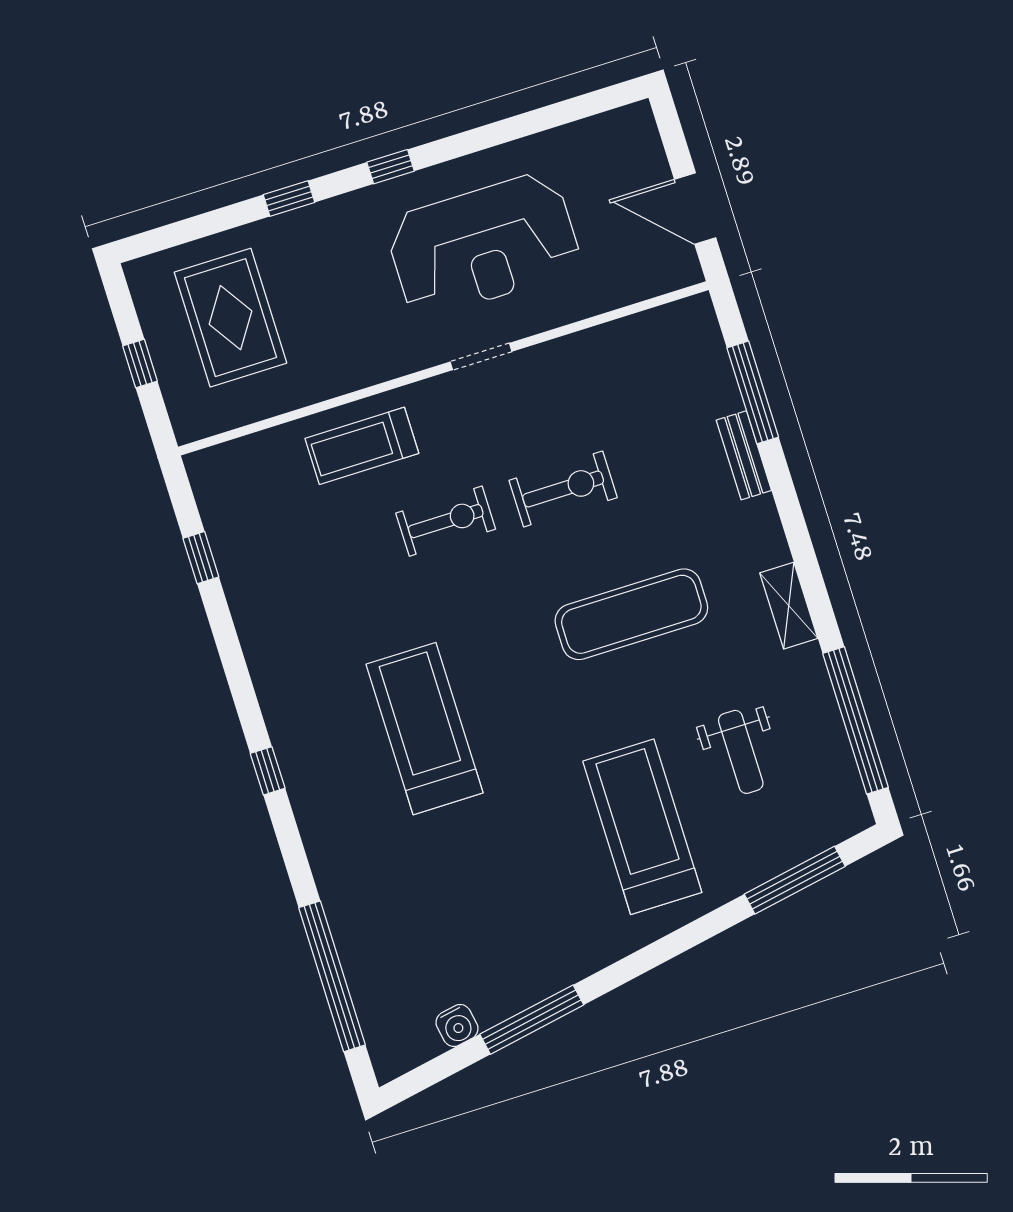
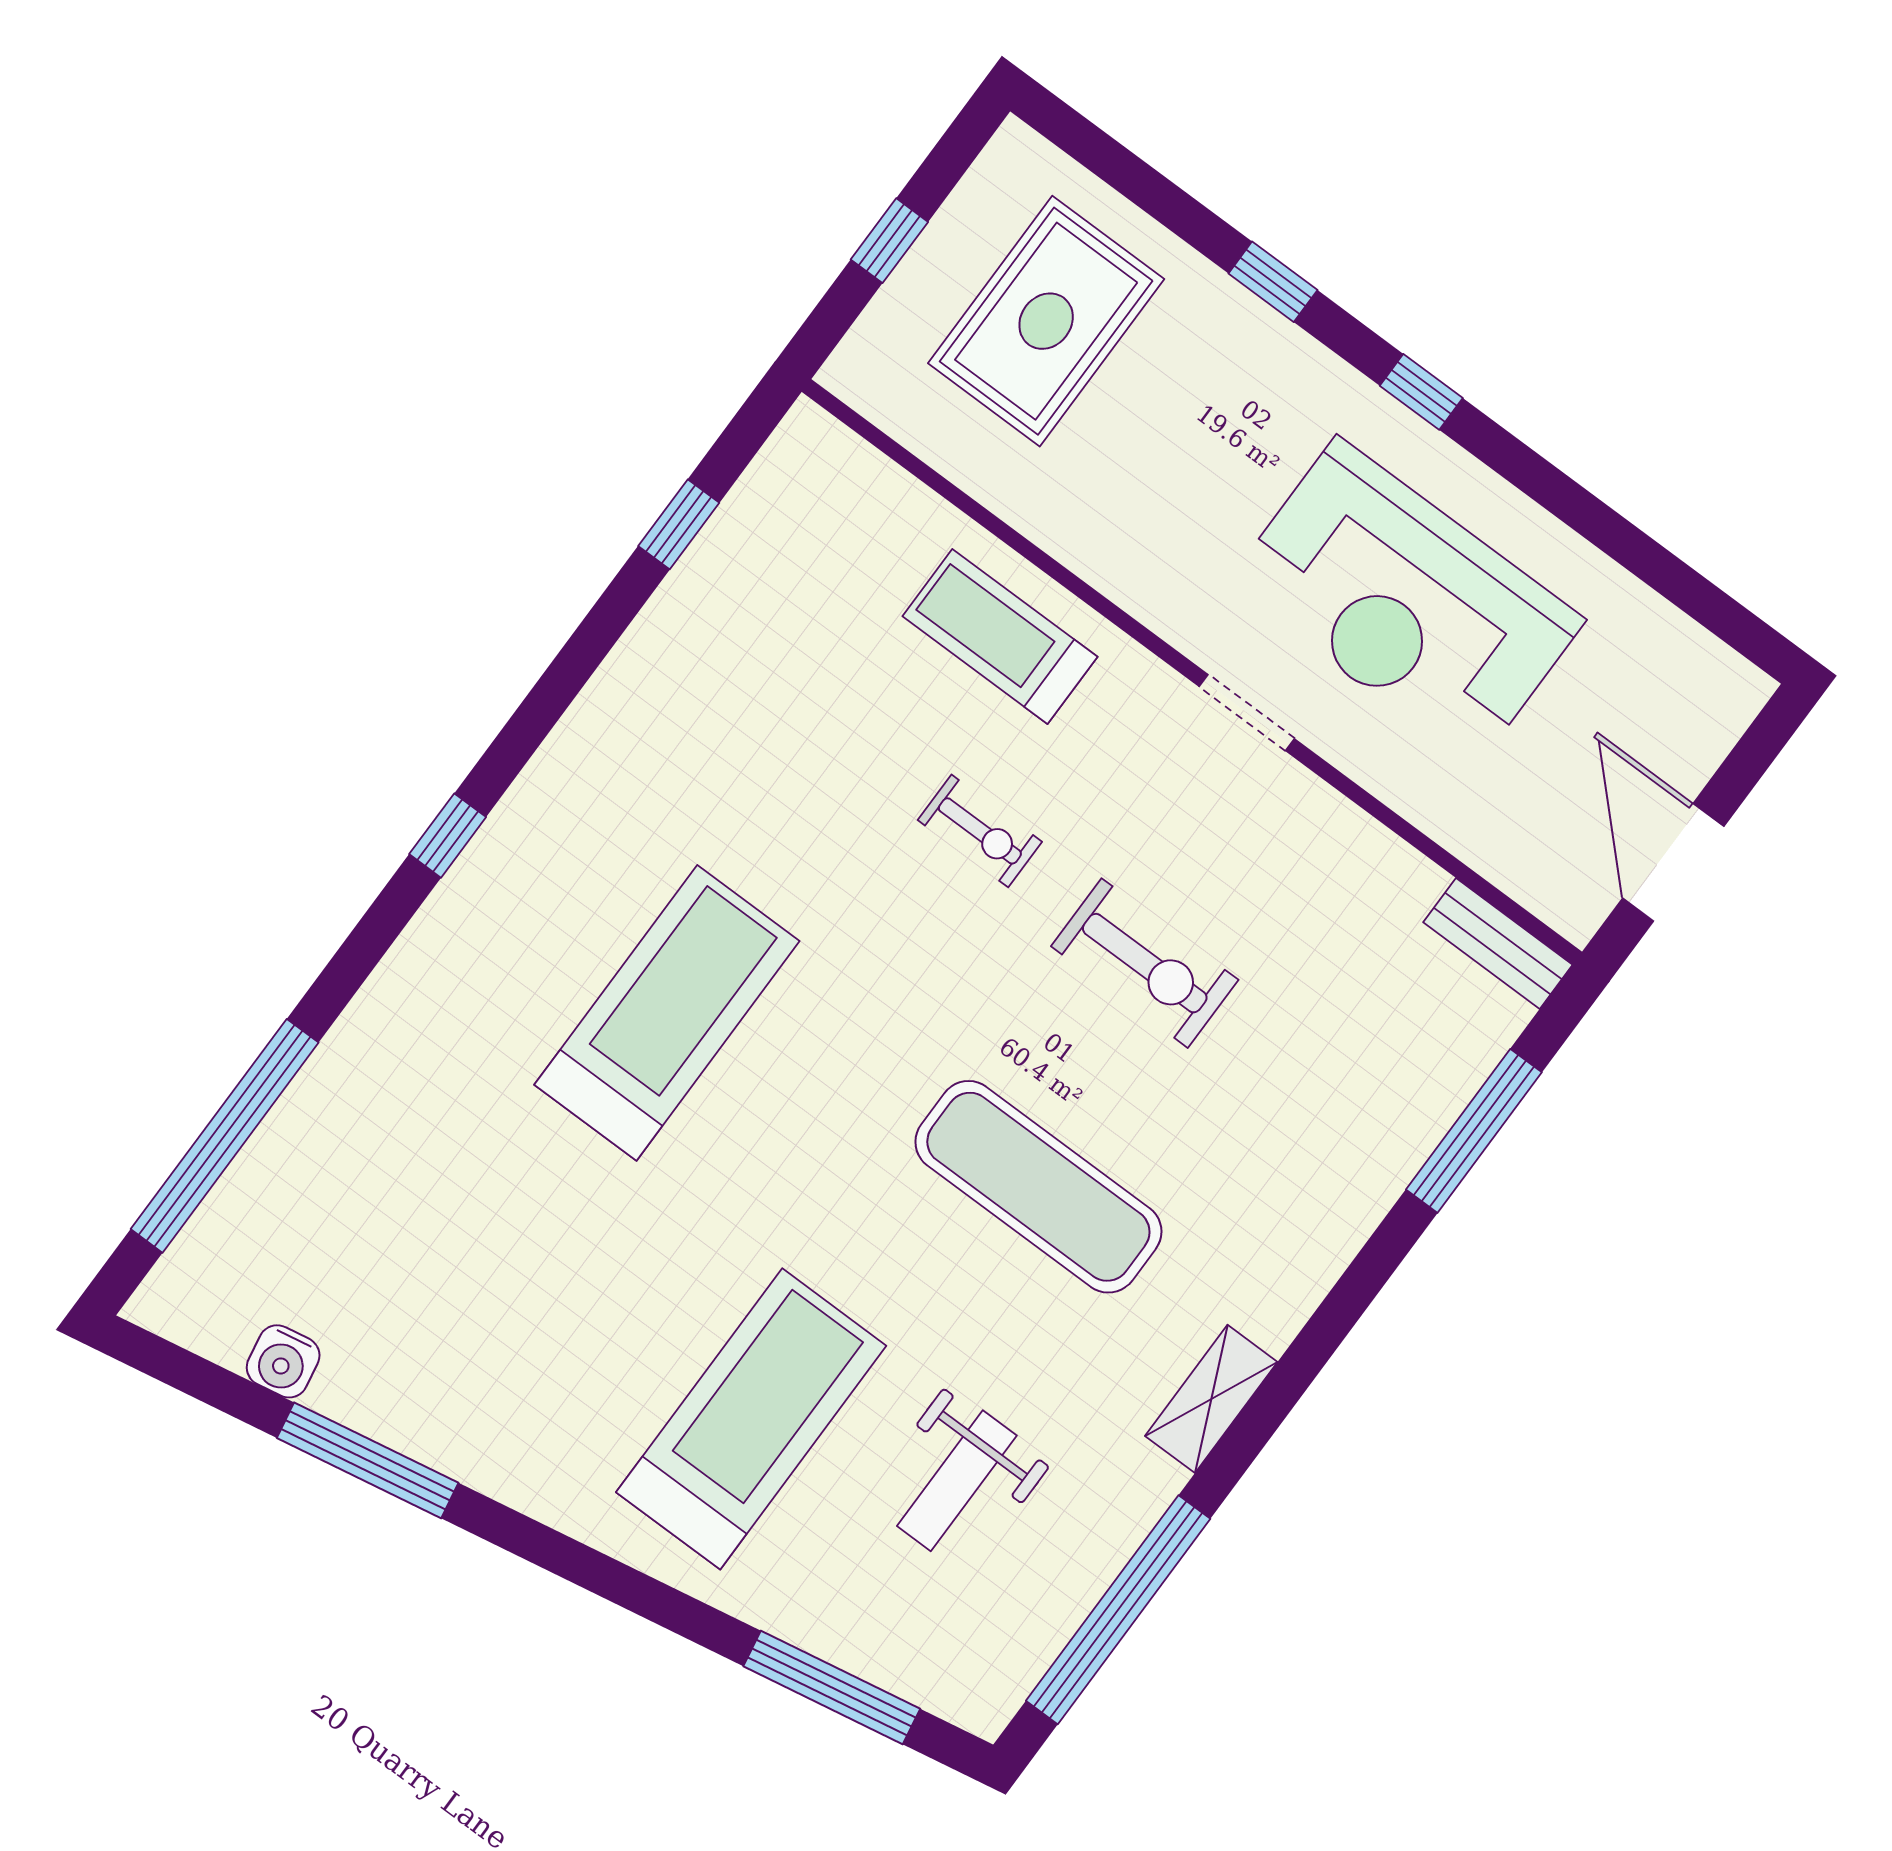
bench: (744, 455) -> (1498, 943), moved, turned 90
exercise bike: (446, 521) -> (980, 831), width x0.73, depth x0.72

